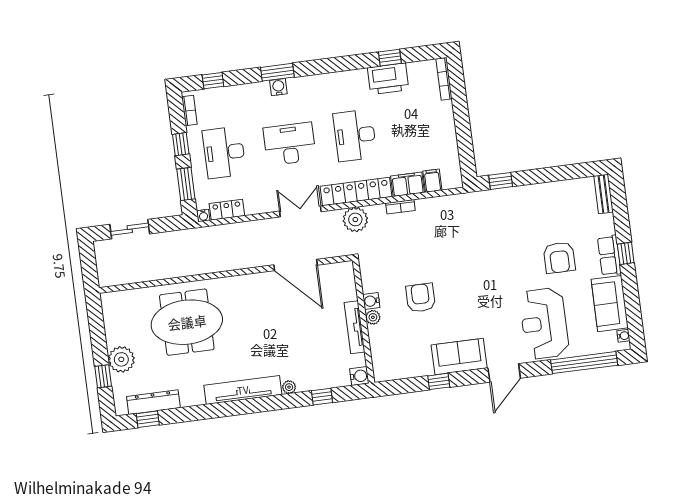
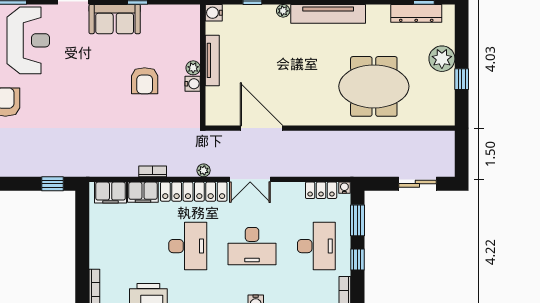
filing cabinet: (432, 181) -> (111, 193), width x2.00
plant: (355, 219) -> (204, 170), width x0.53, depth x0.53
window: (103, 376) -> (462, 79), moved

